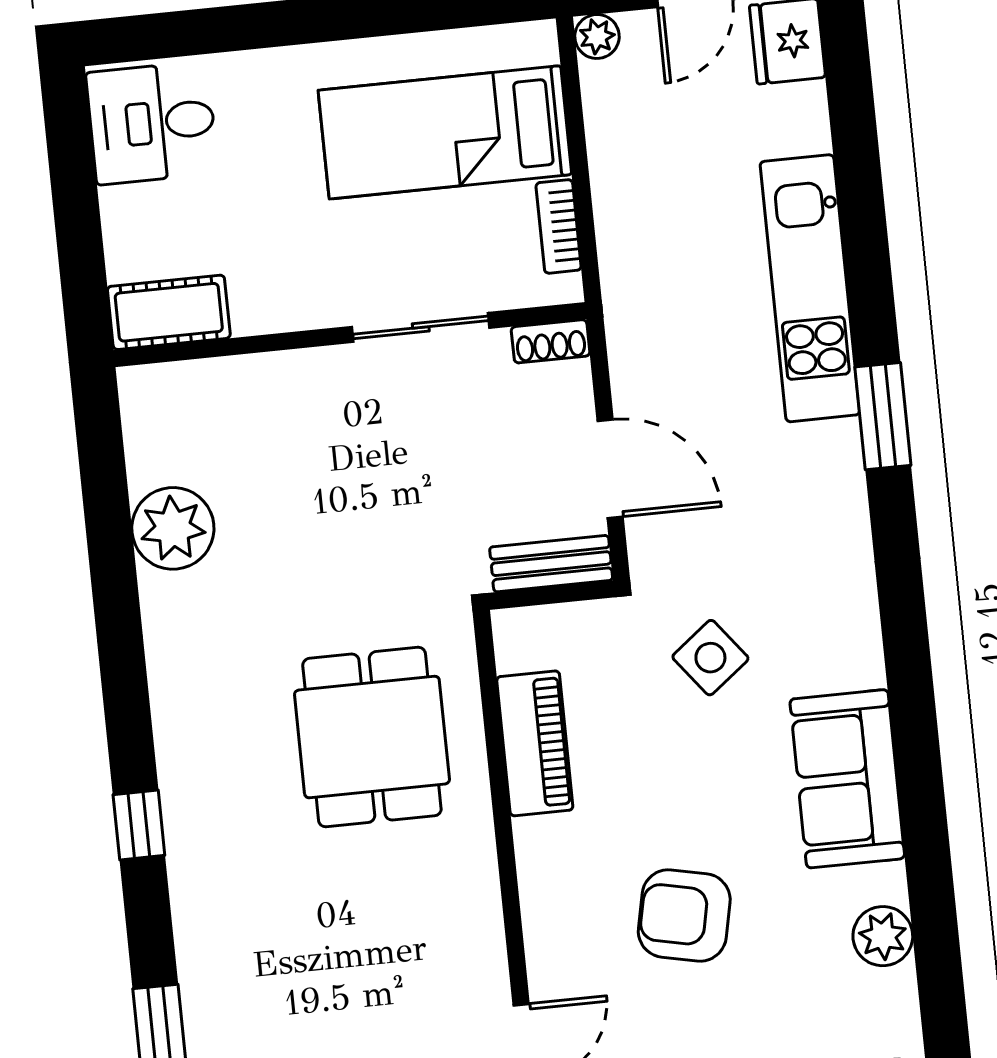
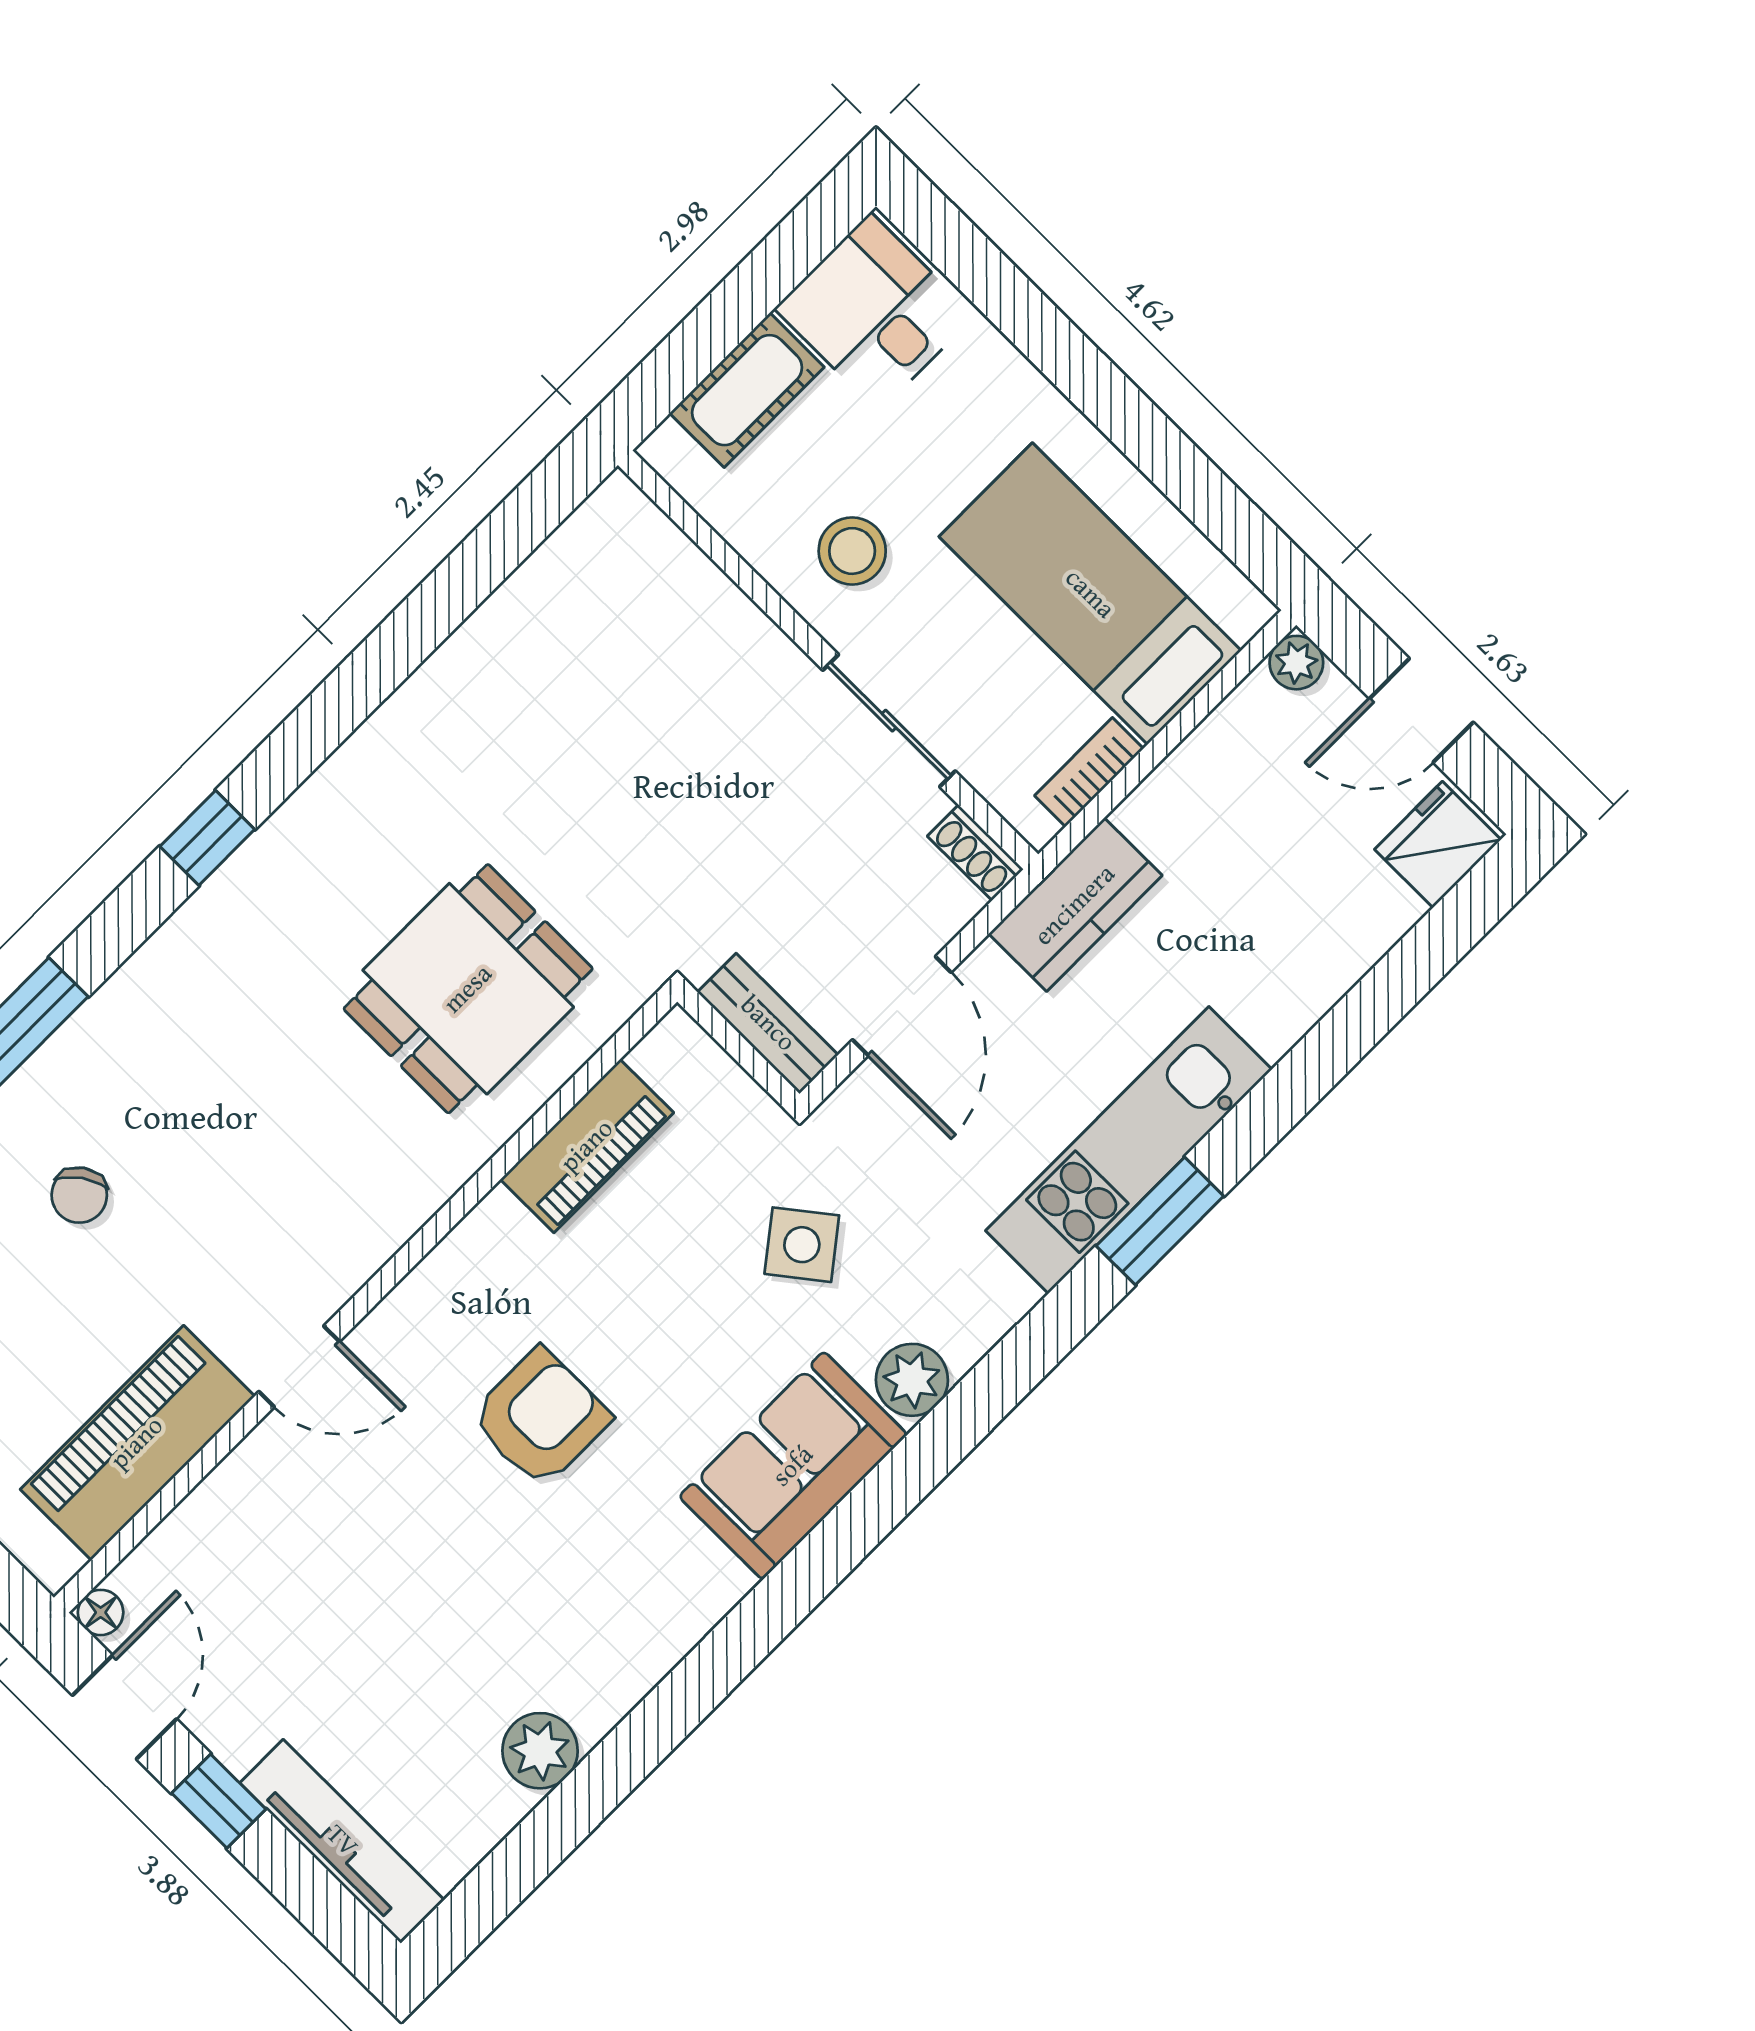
stool: (293, 262) -> (852, 551), added
kitchen unit: (810, 288) -> (1129, 1150), moved
kitchen counter: (636, 305) -> (1075, 905), added
cot: (169, 312) -> (747, 390), moved, turned 90
plant: (173, 528) -> (511, 642), removed
armchair: (684, 915) -> (540, 1418), turned 78
plant: (883, 936) -> (912, 1380), moved

